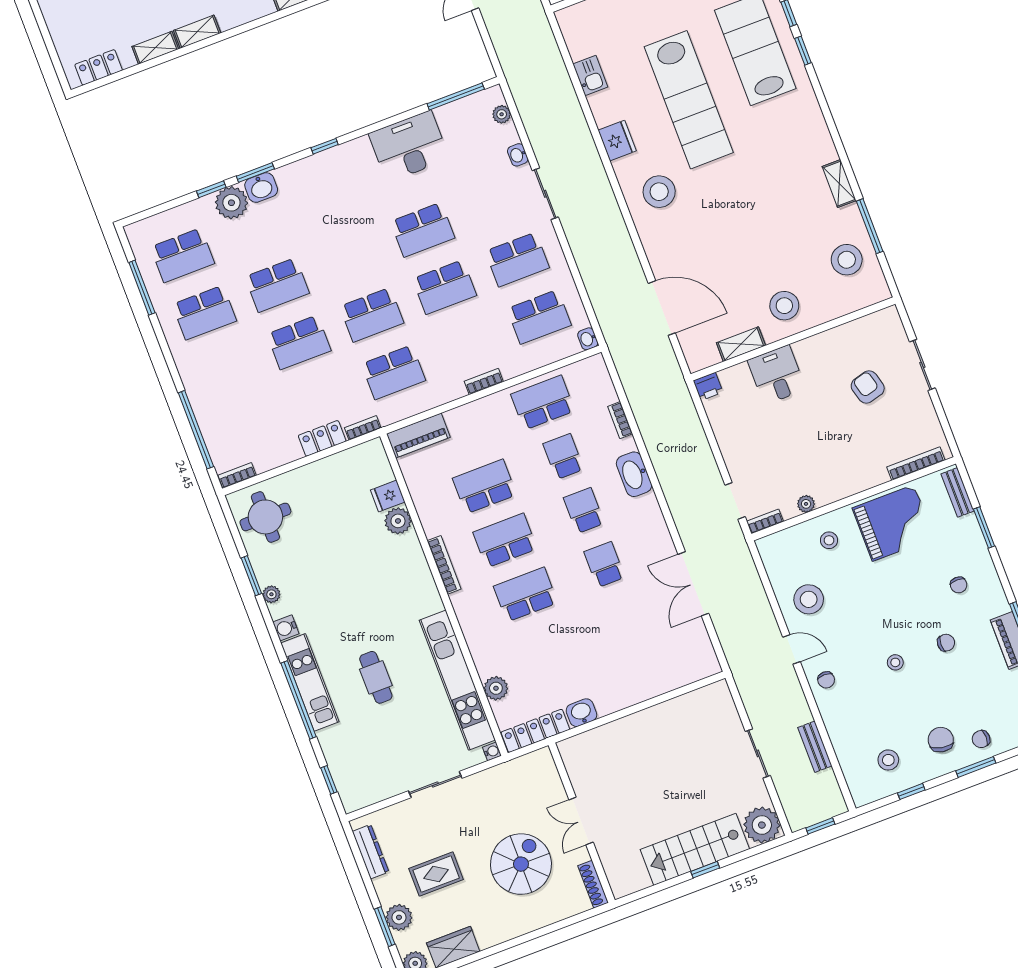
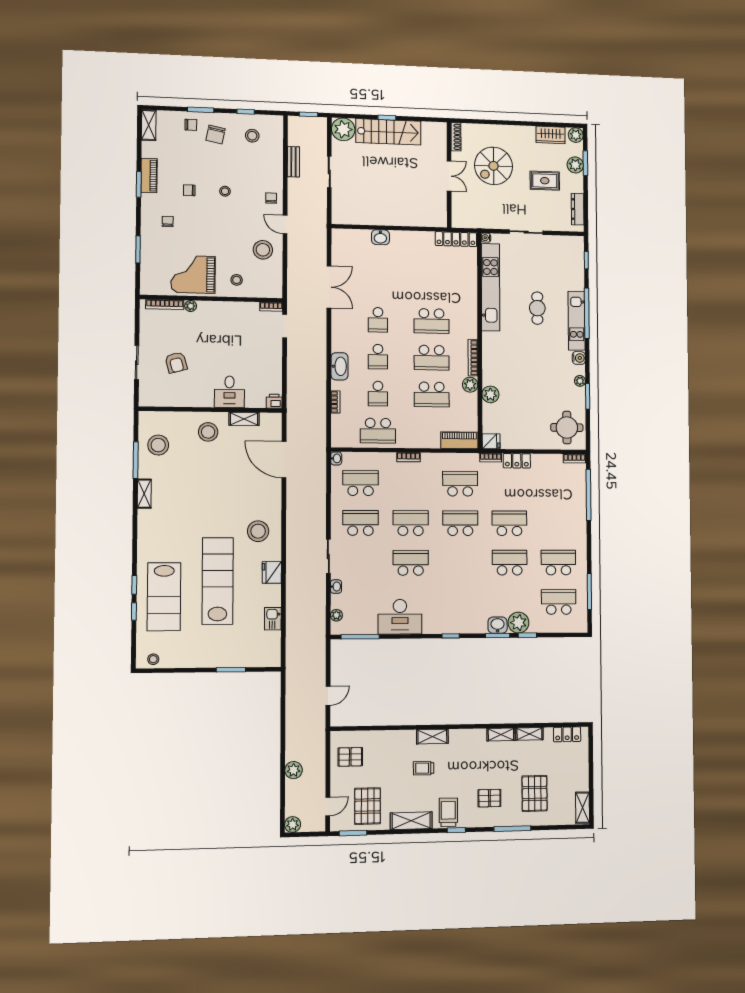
bench: (958, 492) -> (146, 277), removed
fridge: (388, 496) -> (491, 441), moved
plant: (806, 504) -> (191, 306), moved
plant: (496, 688) -> (470, 385), moved
washbasin: (581, 713) -> (380, 237), moved

